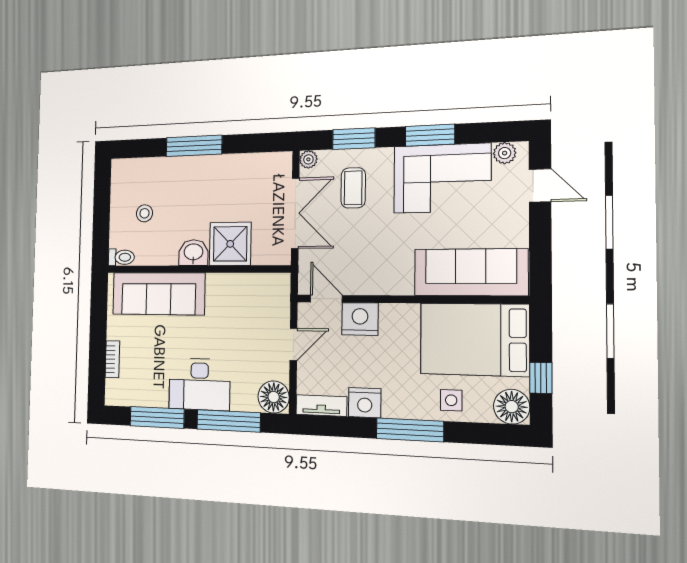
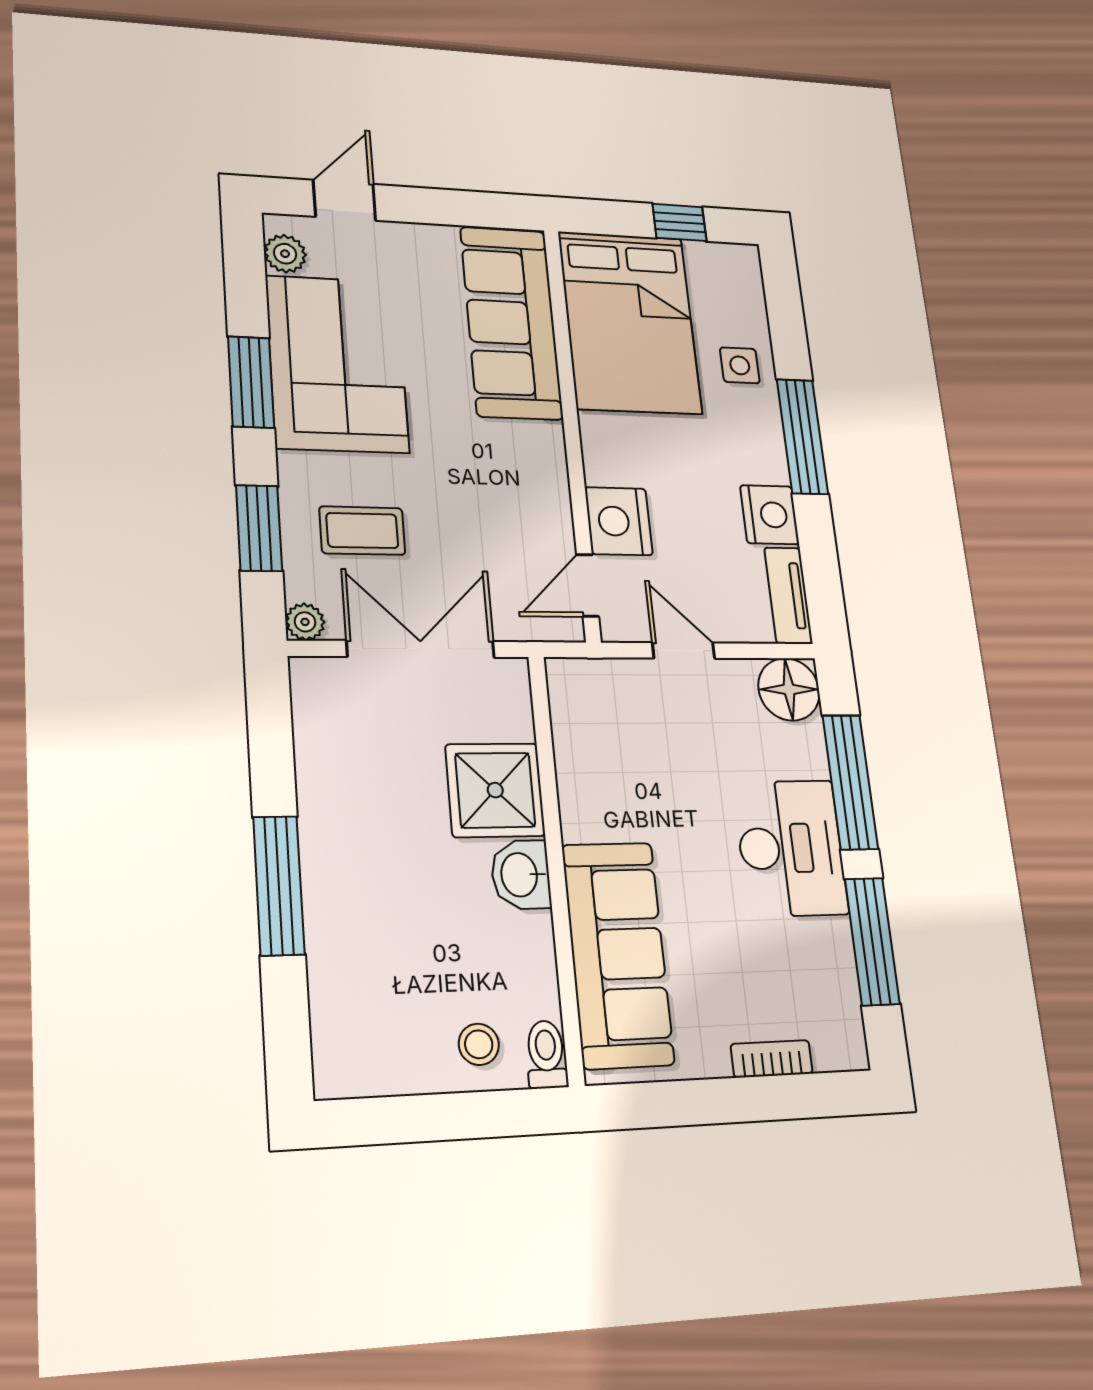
stool: (144, 213) -> (479, 1044), moved
floor lamp: (512, 407) -> (734, 270), removed

